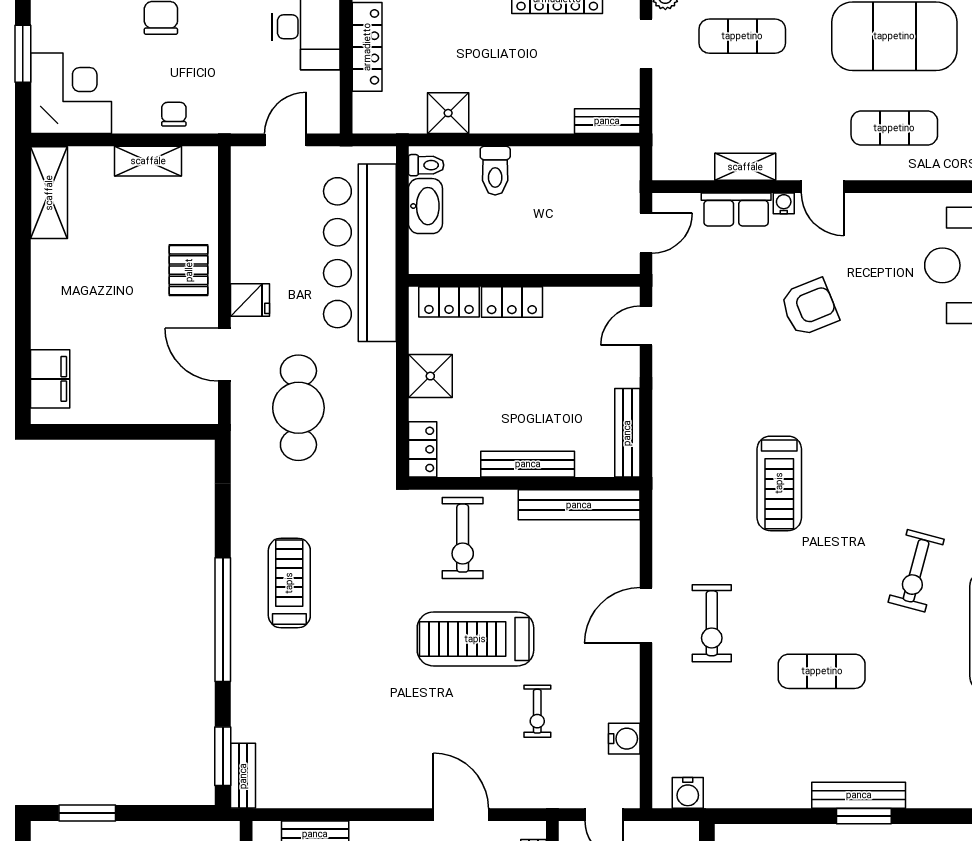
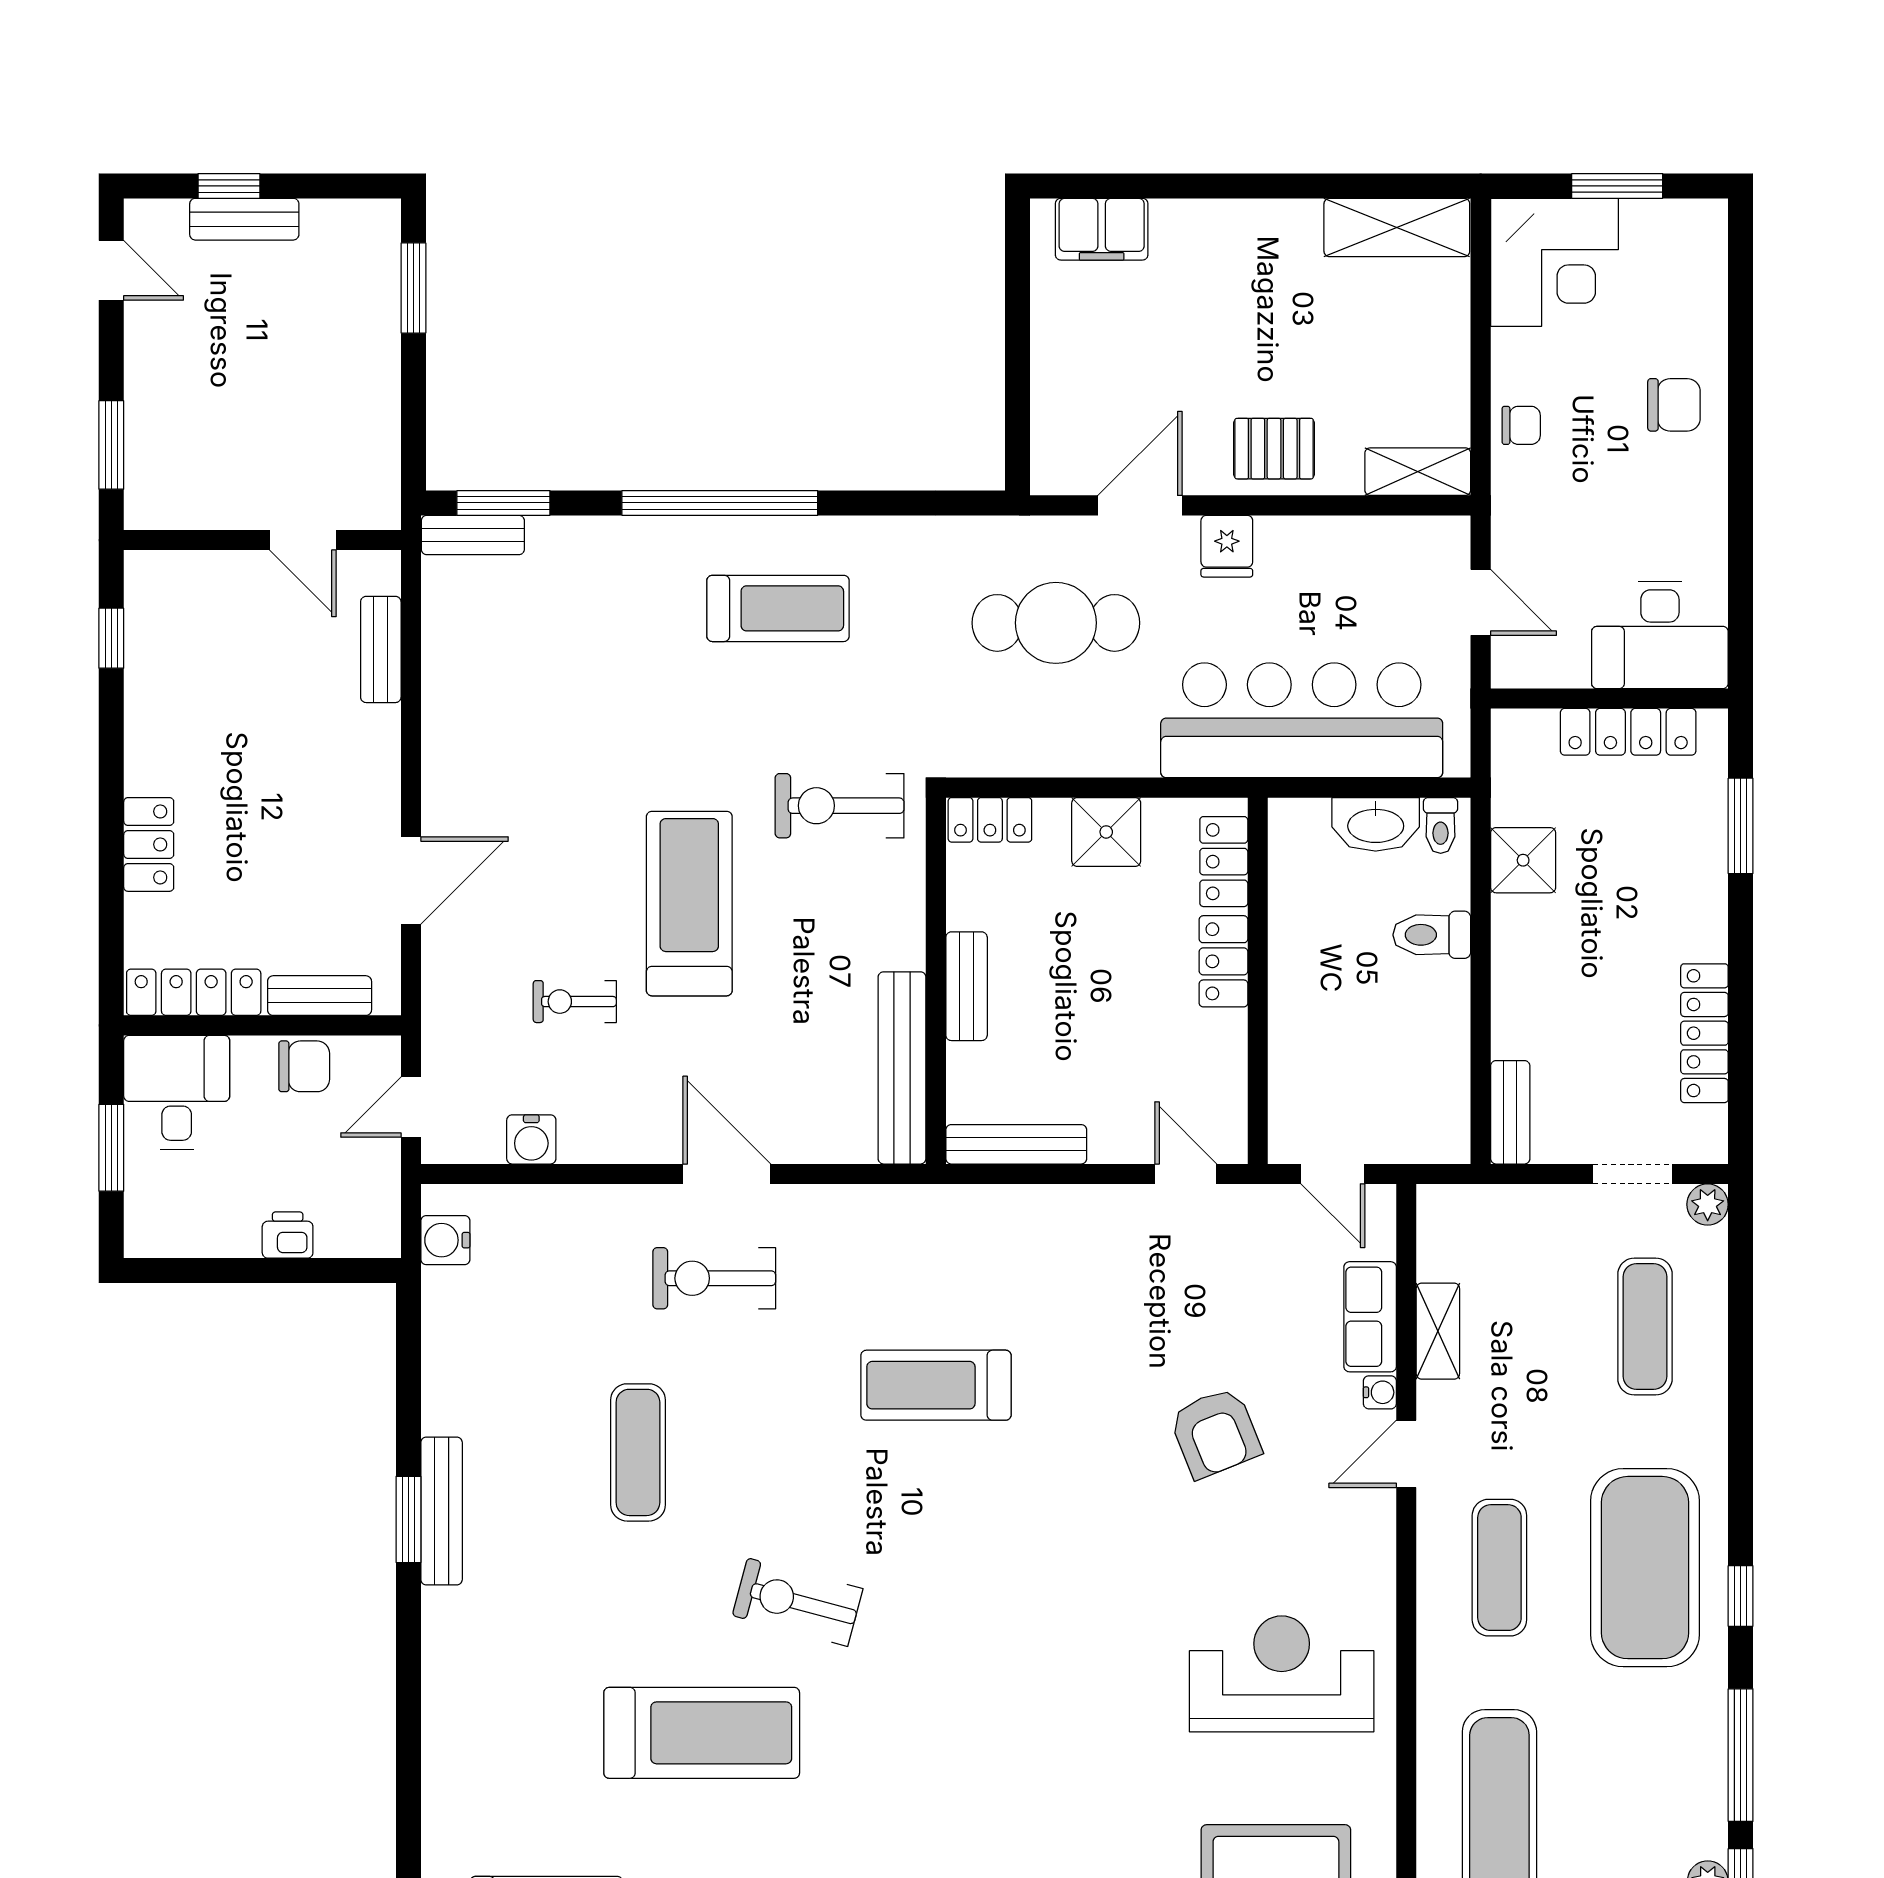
shelving: (148, 161) -> (1418, 472), moved, turned 90
bench: (528, 464) -> (967, 986), width x0.73
exercise bike: (463, 538) -> (840, 806), moved

